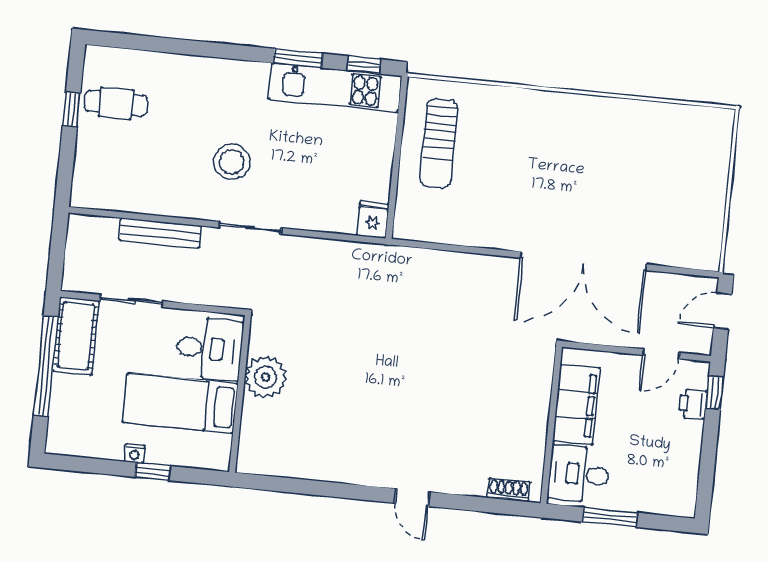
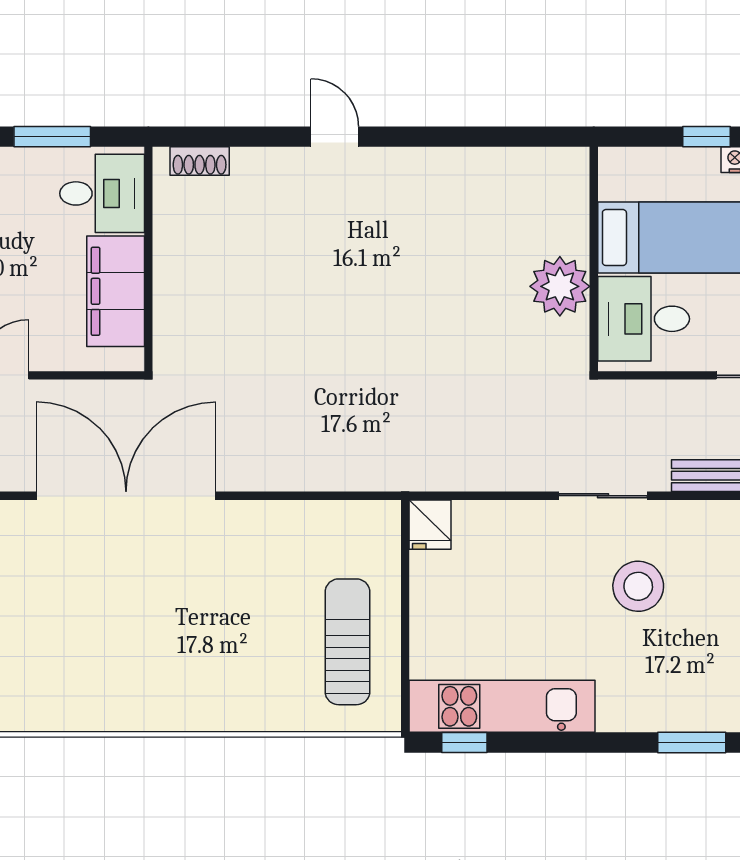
window: (298, 58) -> (692, 743), moved

